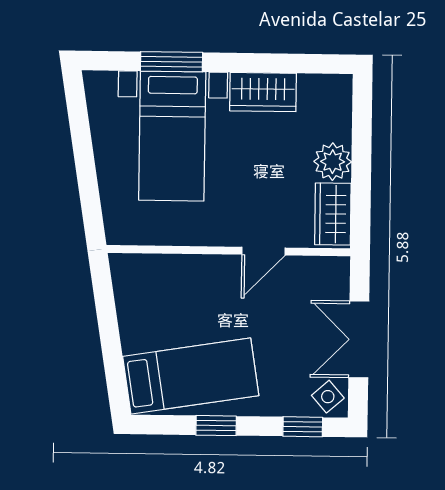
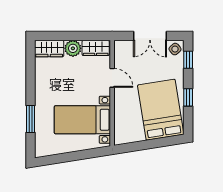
wardrobe: (263, 92) -> (49, 49), moved, turned 90
bed with nightstands: (172, 136) -> (82, 120), moved, turned 180
bed: (191, 376) -> (161, 110), width x1.50

